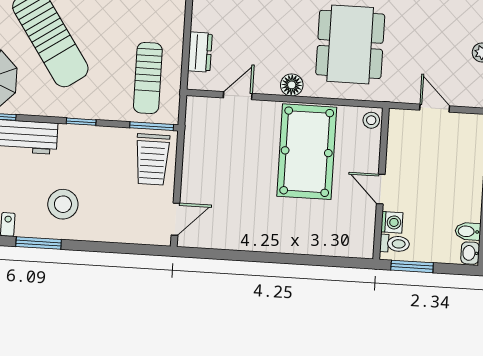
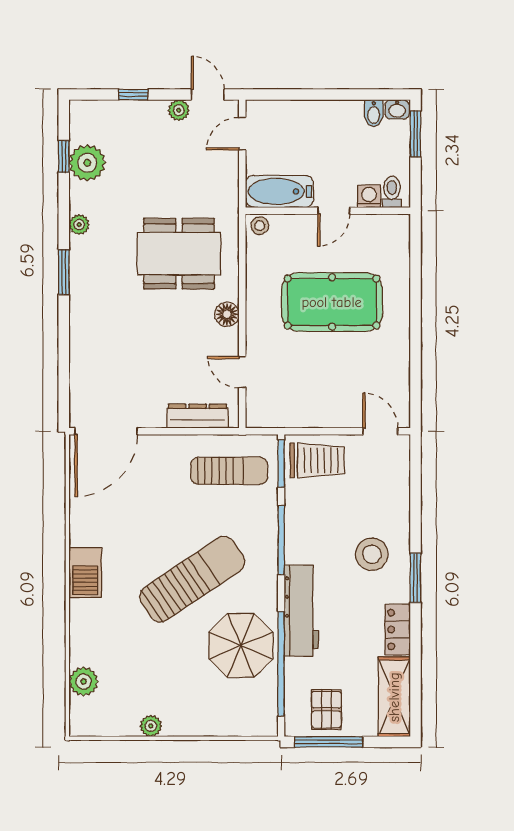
dresser: (200, 52) -> (198, 416), width x1.44
door: (435, 108) -> (242, 134), moved
window: (81, 122) -> (281, 540), width x2.17
bathtub: (402, 140) -> (280, 191), added
pool table: (307, 152) -> (332, 302), moved
window: (412, 266) -> (415, 134), moved

